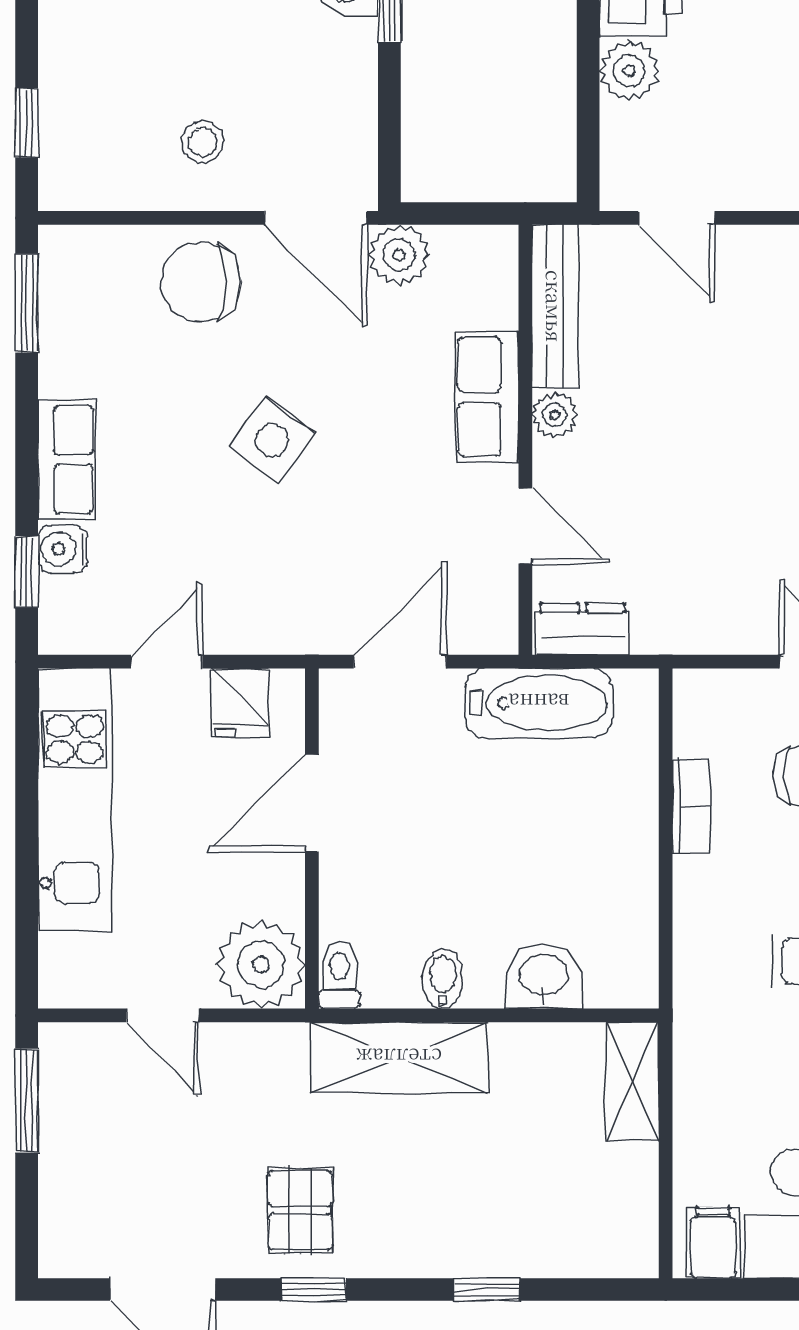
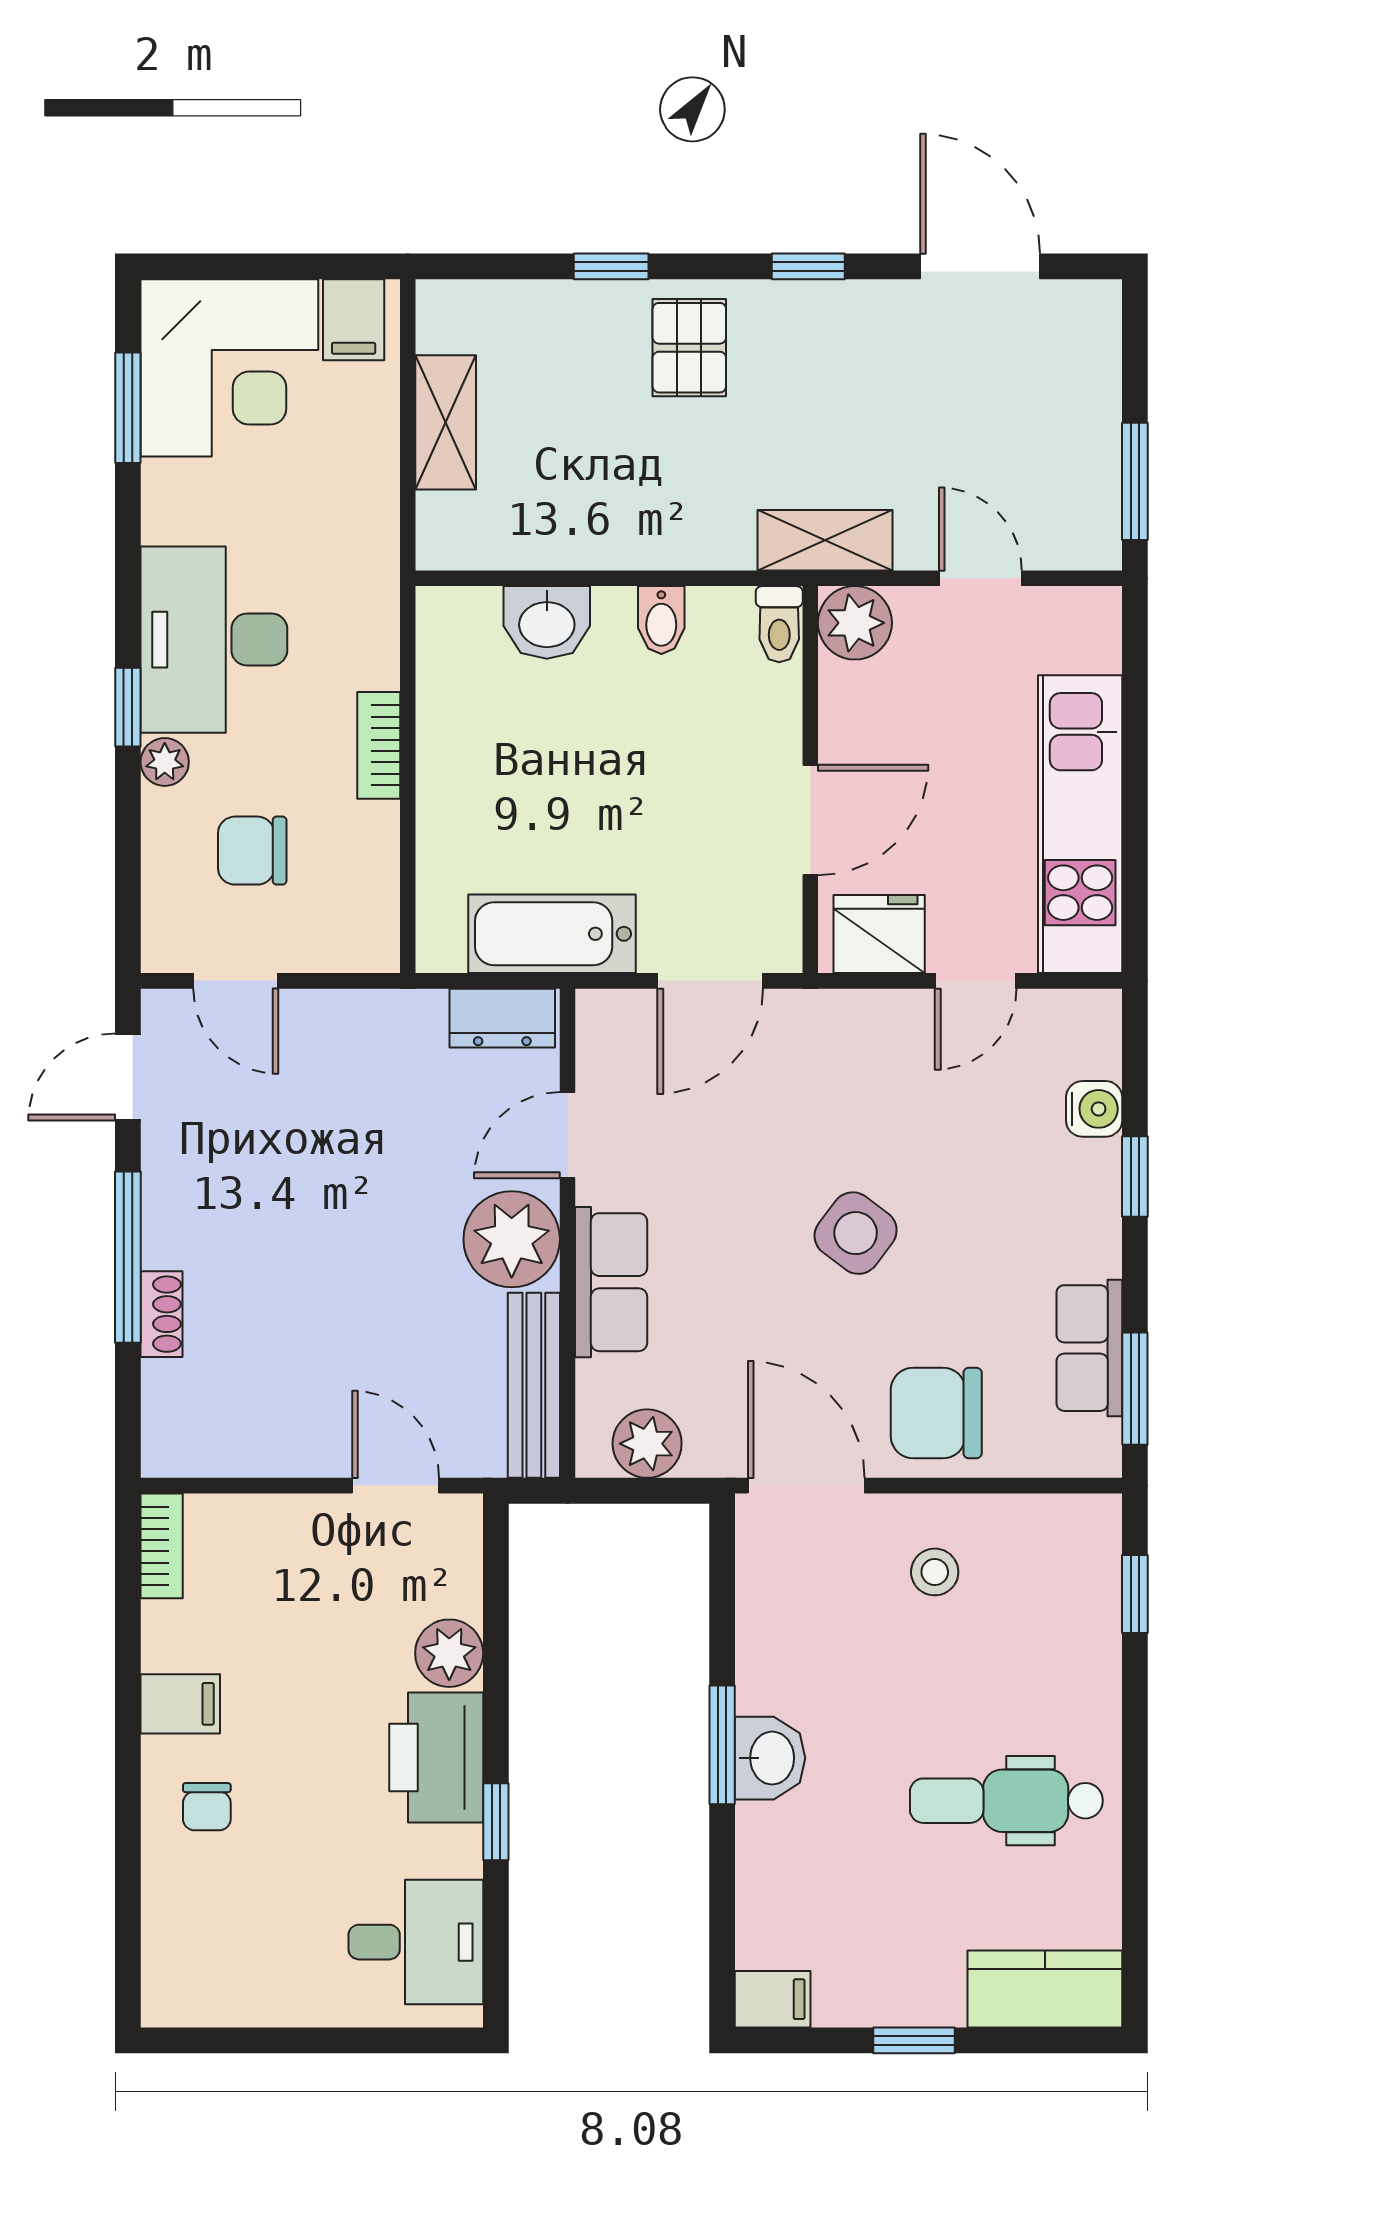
plant: (399, 255) -> (647, 1444), moved
chair: (201, 282) -> (936, 1413), turned 180
plant: (555, 415) -> (512, 1239), width x1.88, depth x1.88
row of seats: (67, 460) -> (1089, 1348), moved
door: (525, 526) -> (568, 1135), hinge flipped
window: (27, 572) -> (1135, 1177), moved
fridge: (240, 703) -> (879, 934), width x1.38
bookcase: (691, 806) -> (379, 745), moved
plant: (261, 964) -> (855, 623), width x0.73, depth x0.73
shelving: (399, 1058) -> (825, 540), moved, width x0.67, depth x0.75
shelving: (632, 1081) -> (446, 422), moved
pallet: (300, 1210) -> (689, 348), moved

